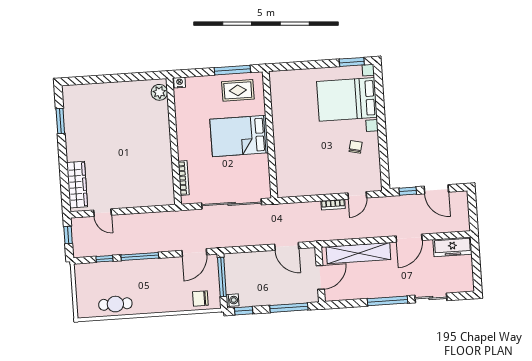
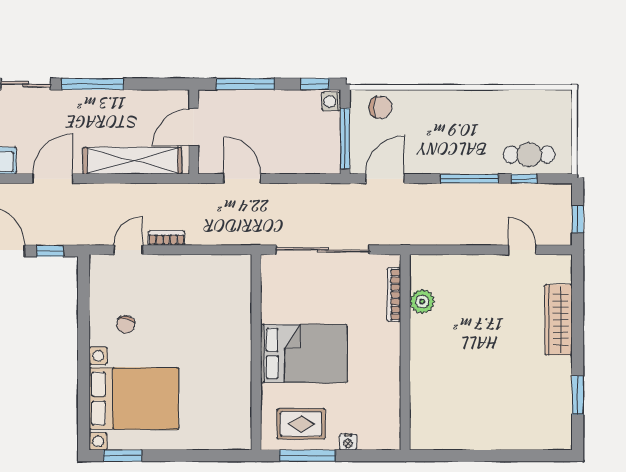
nightstand: (180, 83) -> (348, 442), moved
plant: (159, 92) -> (422, 301), moved
wardrobe: (77, 185) -> (558, 320), moved
cafe table: (115, 304) -> (529, 155), moved

